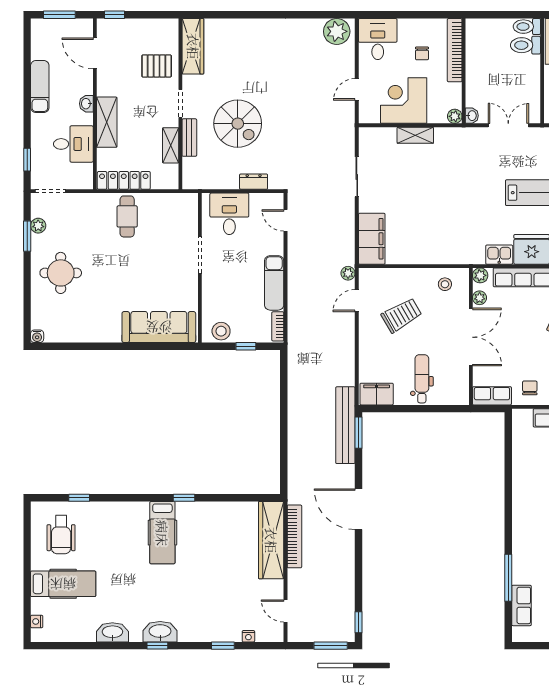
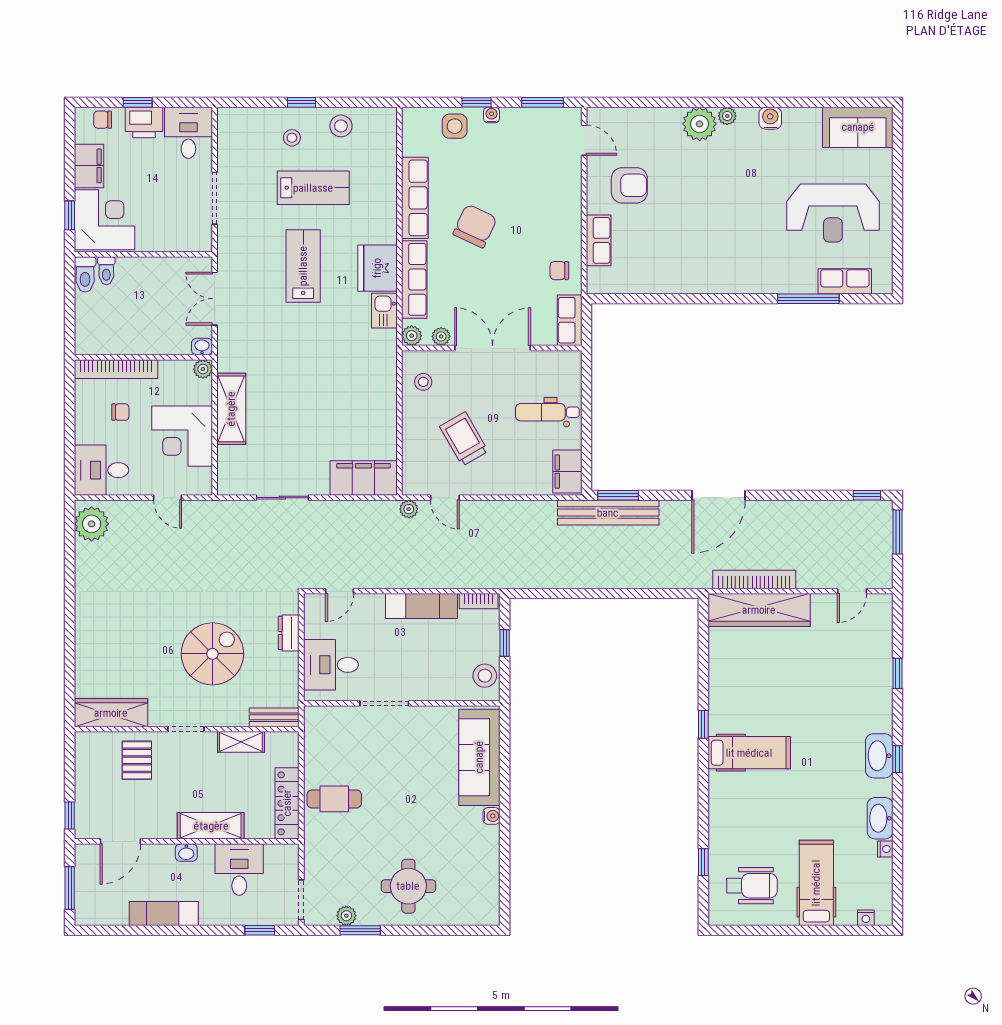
toilet: (525, 45) -> (106, 271), width x0.73, depth x0.72
shelving: (415, 135) -> (231, 409), width x1.50, depth x1.33
bench: (189, 138) -> (274, 717), moved
water cooler: (37, 336) -> (492, 816), moved
nightstand: (248, 636) -> (885, 849), moved

